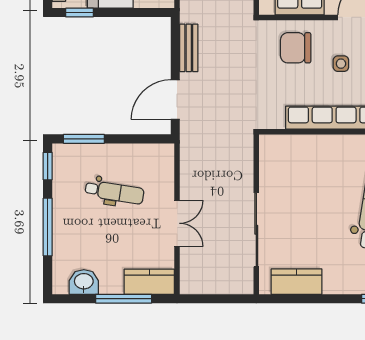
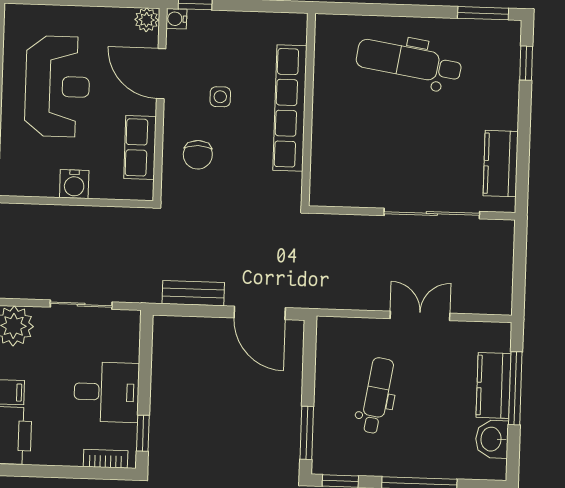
chair: (296, 48) -> (198, 155), width x0.73, depth x0.73
kitchen counter: (149, 282) -> (493, 385), moved

